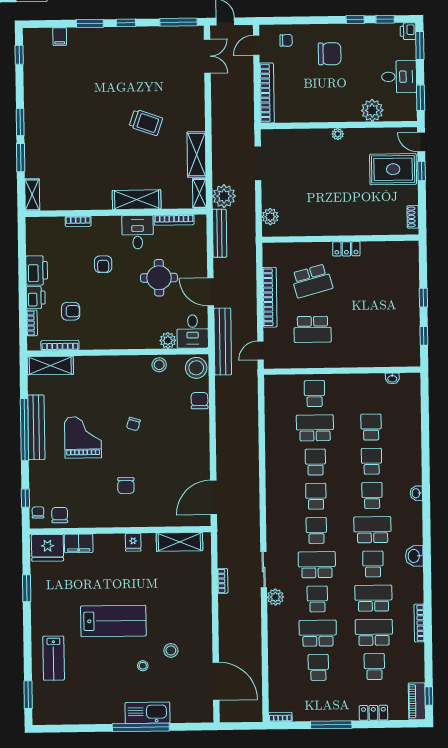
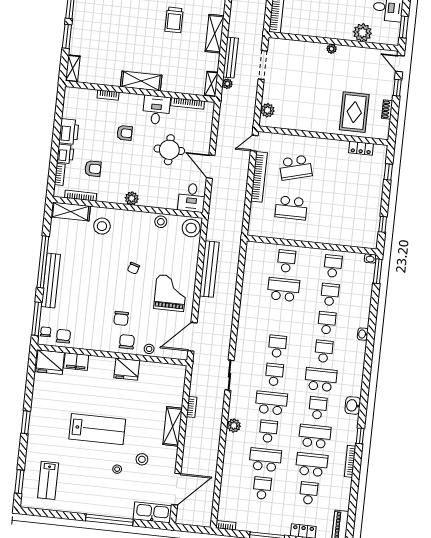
trolley: (146, 122) -> (174, 20), turned 71
shelving: (197, 155) -> (215, 34), moved
rug: (393, 169) -> (354, 112), moved, turned 90
plant: (224, 196) -> (227, 84), width x0.53, depth x0.53
shelving: (137, 200) -> (141, 81), moved
shoe rack: (413, 217) -> (387, 109), moved
bench: (220, 233) -> (231, 58), moved
locker: (346, 249) -> (361, 148), moved
armchair: (103, 264) -> (125, 133), turned -90
window: (423, 298) -> (388, 172), moved
plant: (168, 340) -> (132, 198), moved
bench: (223, 342) -> (209, 269), moved
door: (261, 351) -> (254, 143), moved
stool: (90, 378) -> (102, 226), added
washbasin: (392, 379) -> (370, 258), moved
window: (425, 392) -> (378, 271), added
chair: (200, 401) -> (127, 342), moved
bench: (36, 427) -> (51, 281), moved
grand piano: (83, 437) -> (170, 293), moved
school desk: (315, 462) -> (333, 266), moved
washbasin: (416, 493) -> (363, 334), moved
window: (25, 498) -> (37, 319), width x2.17
stool: (164, 518) -> (149, 349), added
fridge: (133, 542) -> (127, 369), width x1.88, depth x1.34
shelving: (179, 542) -> (173, 426), moved, turned 90
sliding door: (264, 570) -> (230, 375), moved
window: (27, 588) -> (26, 422), moved
lab bench: (54, 658) -> (48, 480), moved
door: (216, 681) -> (176, 489), hinge flipped
window: (429, 696) -> (360, 436), moved
kitchen sink: (148, 713) -> (152, 512), moved

